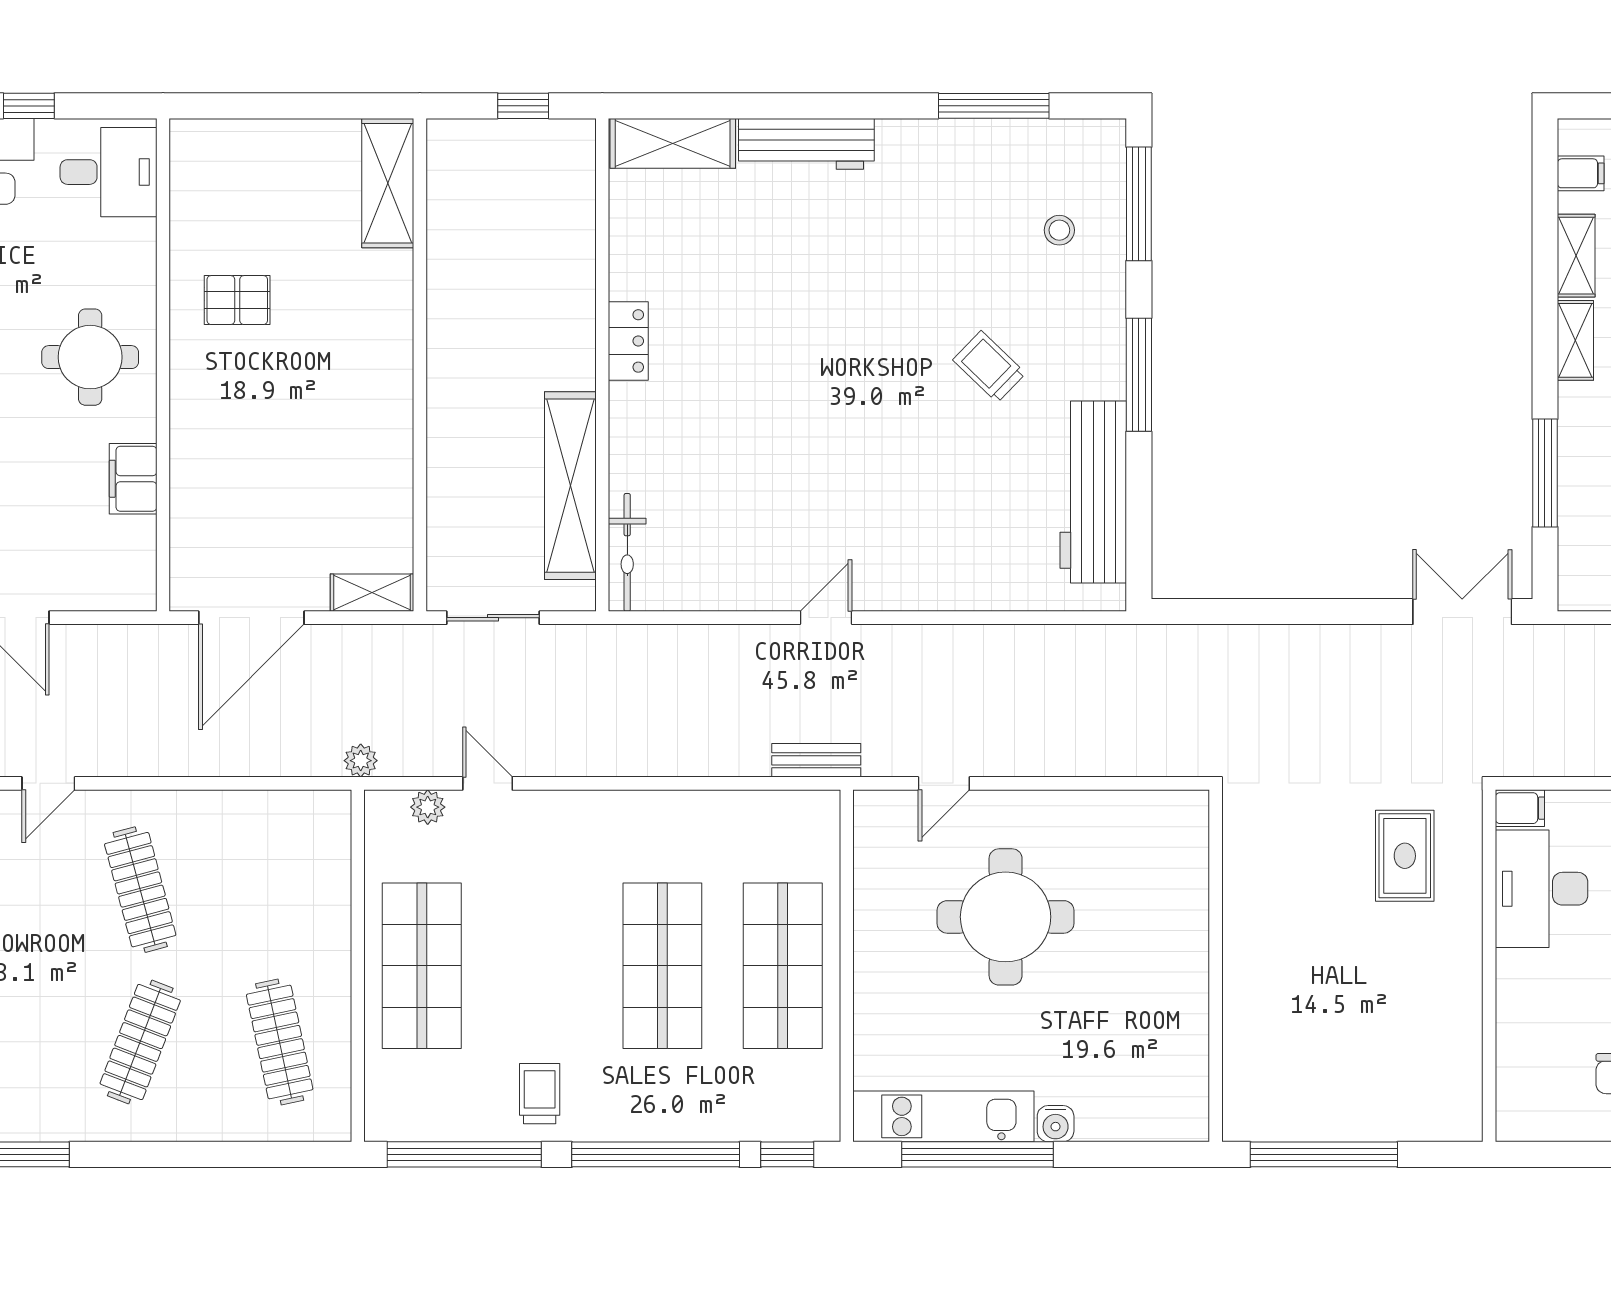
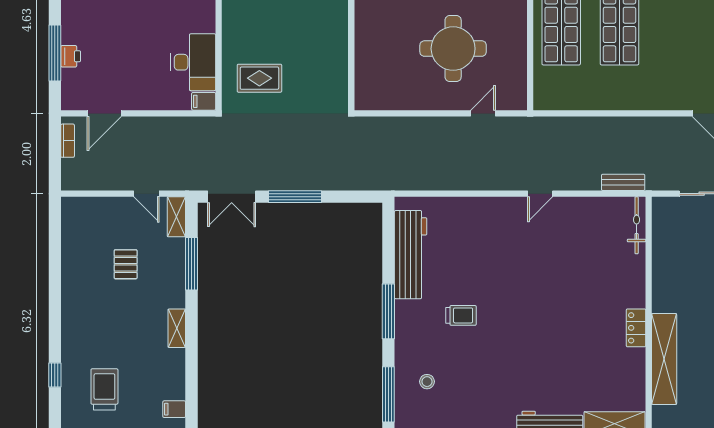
shelving: (1576, 256) -> (176, 217), moved
trolley: (989, 367) -> (461, 315), turned -44
shelving: (570, 486) -> (664, 359), moved
window: (1332, 611) -> (295, 197), added
bench: (816, 760) -> (623, 182), moved
rug: (1405, 856) -> (259, 78), turned 90

